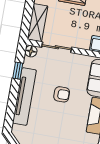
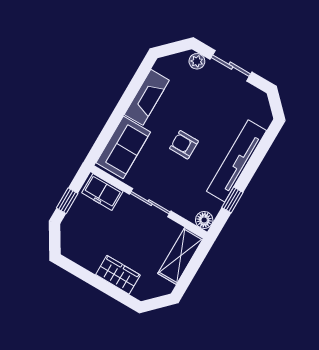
sliding door: (57, 47) -> (150, 203), moved

